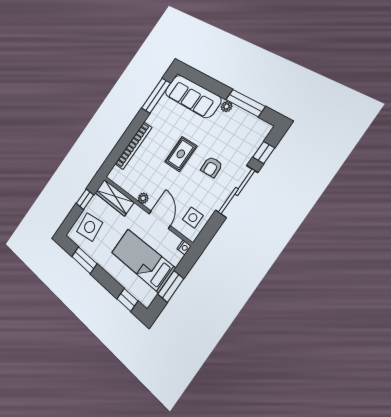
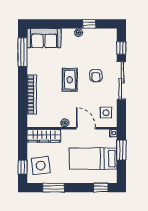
sofa: (193, 96) -> (44, 38), width x0.73
window: (245, 103) -> (89, 24), width x0.46
window: (85, 199) -> (23, 167), moved
window: (171, 286) -> (121, 150), moved

